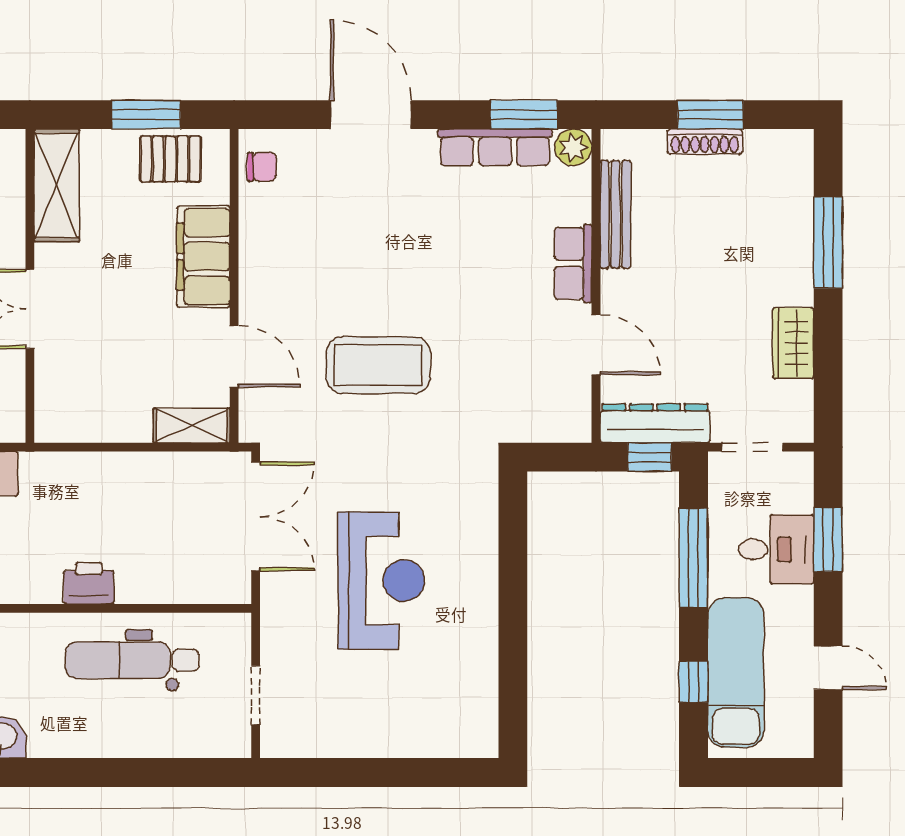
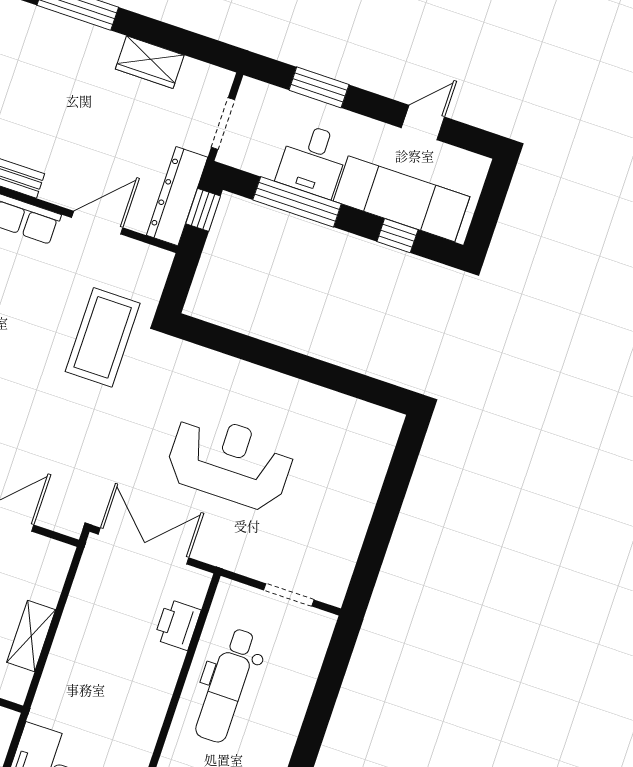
coffee table: (378, 365) -> (103, 337), moved
shelving: (192, 426) -> (31, 636), moved
desk: (776, 549) -> (313, 160), moved, turned 180
printer: (89, 583) -> (177, 625), moved

